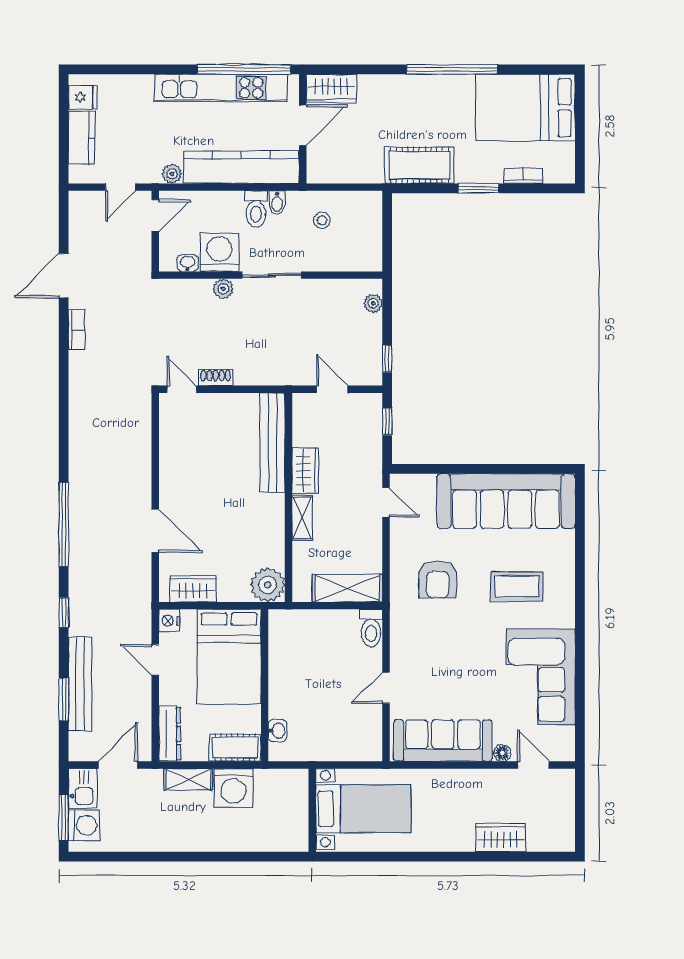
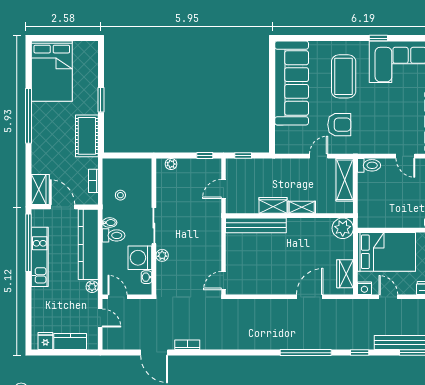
kitchen unit: (221, 88) -> (40, 257), width x0.73
bookcase: (523, 176) -> (93, 181), moved
shoe rack: (216, 378) -> (216, 260), removed
door: (386, 502) -> (319, 156), moved
coffee table: (517, 586) -> (344, 76), width x1.36, depth x1.32
window: (580, 644) -> (378, 38), added
door: (155, 660) -> (388, 297), swing flipped

